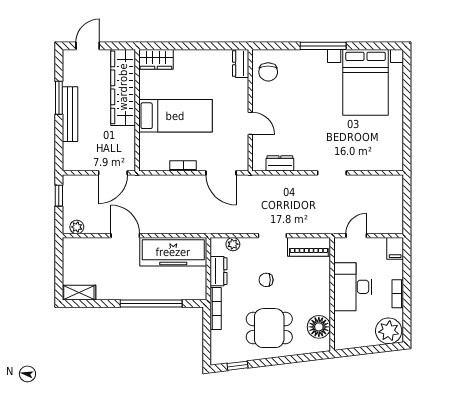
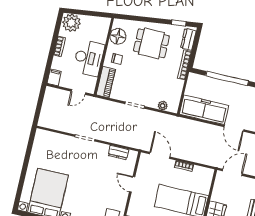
piano: (309, 247) -> (106, 82), moved, turned 90
dresser: (219, 271) -> (188, 39), moved
chair: (266, 280) -> (117, 59), moved

